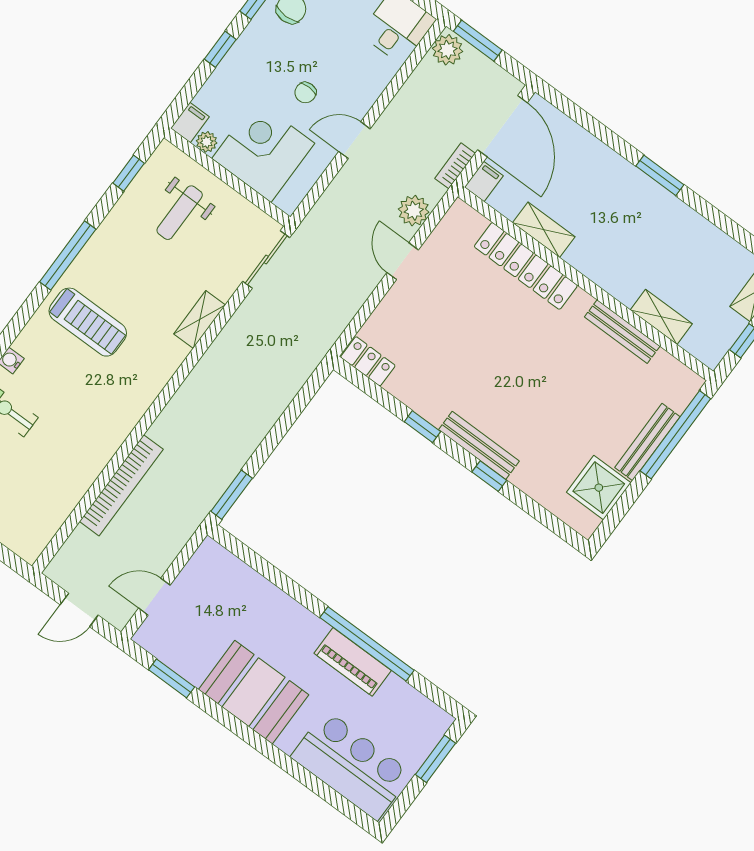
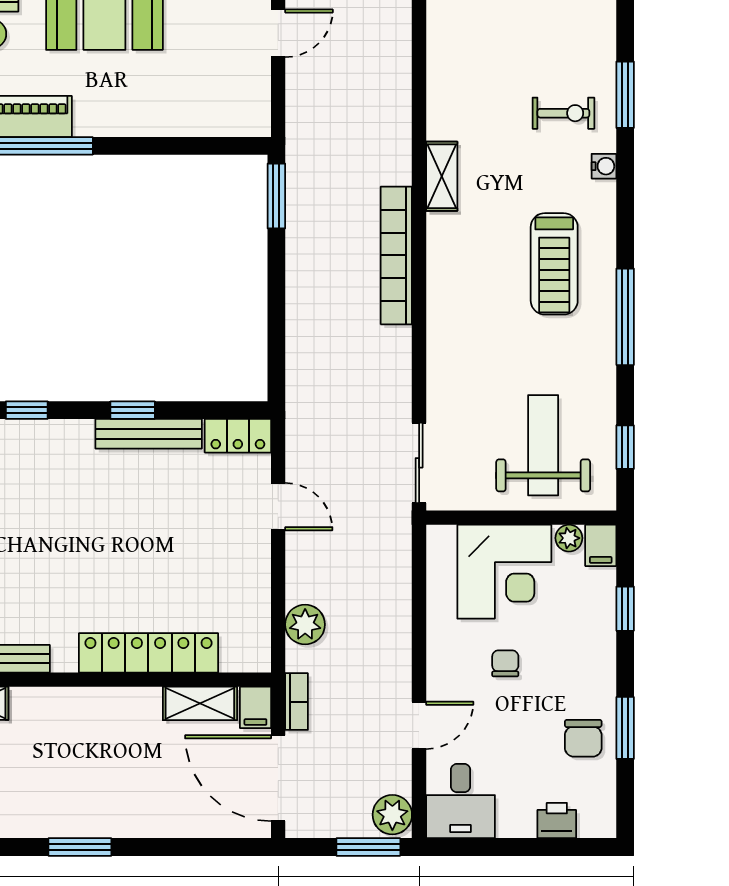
window: (220, 49) -> (625, 609), moved
door: (354, 140) -> (419, 725), moved
weight bench: (180, 213) -> (543, 445), width x1.36, depth x1.33
shelving: (544, 230) -> (200, 703), moved
door: (403, 261) -> (278, 507), moved
shelving: (200, 320) -> (442, 176), moved
treadmill: (88, 322) -> (554, 264), turned -90
bench: (479, 445) -> (149, 434), moved
bookcase: (121, 485) -> (396, 255), moved

